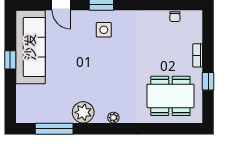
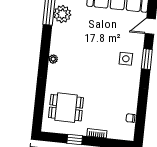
dining table: (170, 96) -> (66, 108), width x0.73
plant: (83, 112) -> (62, 14), moved

